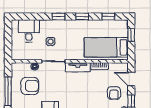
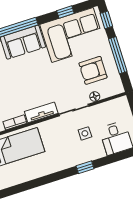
window: (82, 17) -> (56, 177), removed
window: (108, 17) -> (24, 187), removed

